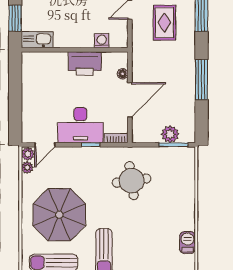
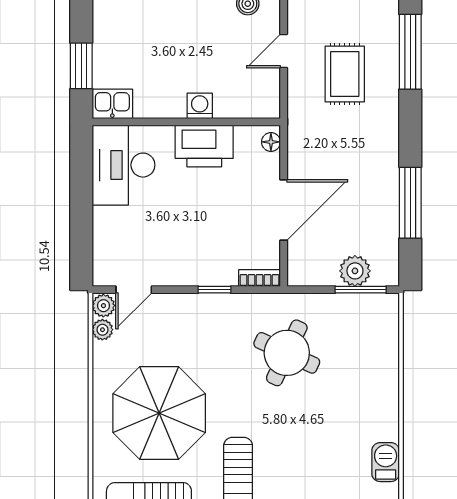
kitchen sink: (37, 40) -> (112, 104), width x0.73
washing machine: (102, 41) -> (200, 106), moved
floor lamp: (123, 74) -> (271, 142), moved
window: (201, 80) -> (410, 203), moved
desk: (80, 125) -> (123, 165), moved, turned 90
round table: (132, 181) -> (287, 353), turned 33

